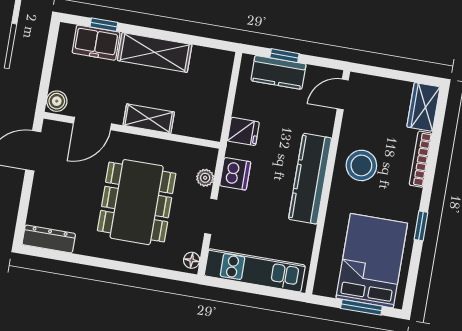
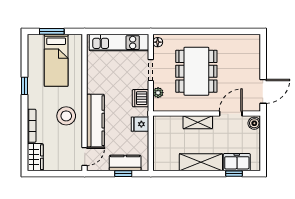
kitchen counter: (310, 179) -> (95, 121), moved
dresser: (49, 239) -> (245, 40), removed
bed: (372, 261) -> (56, 60), width x0.67

